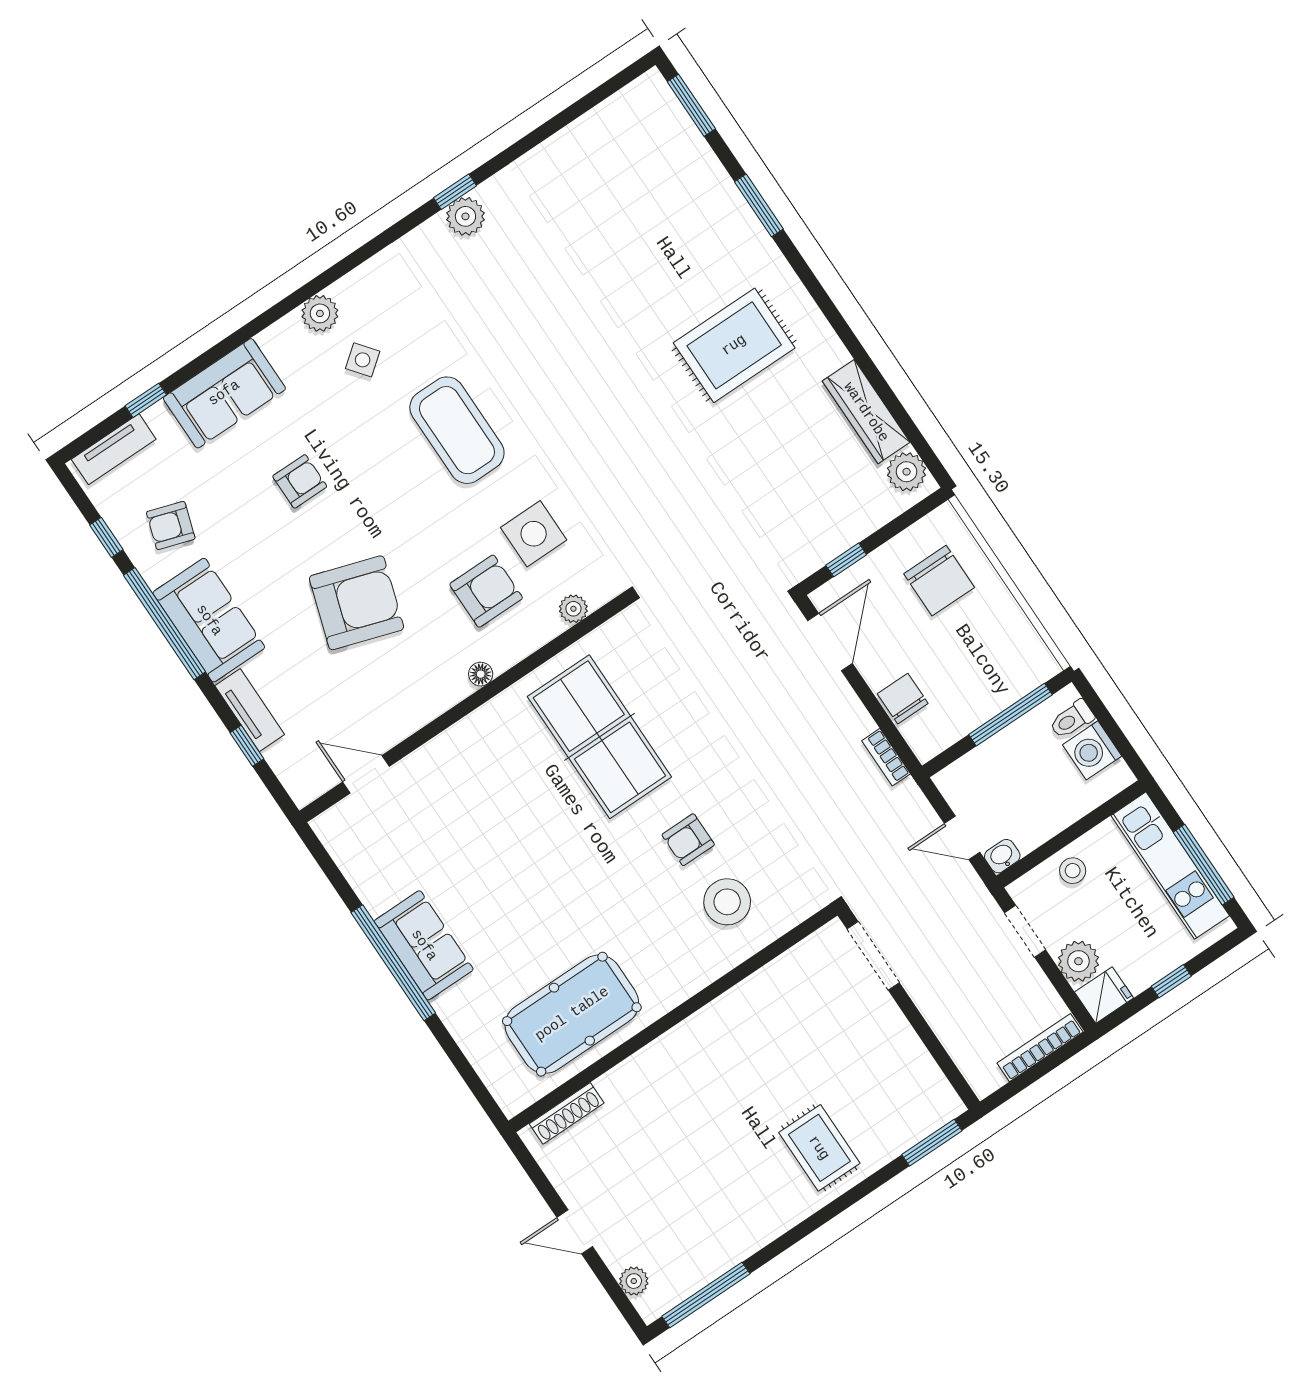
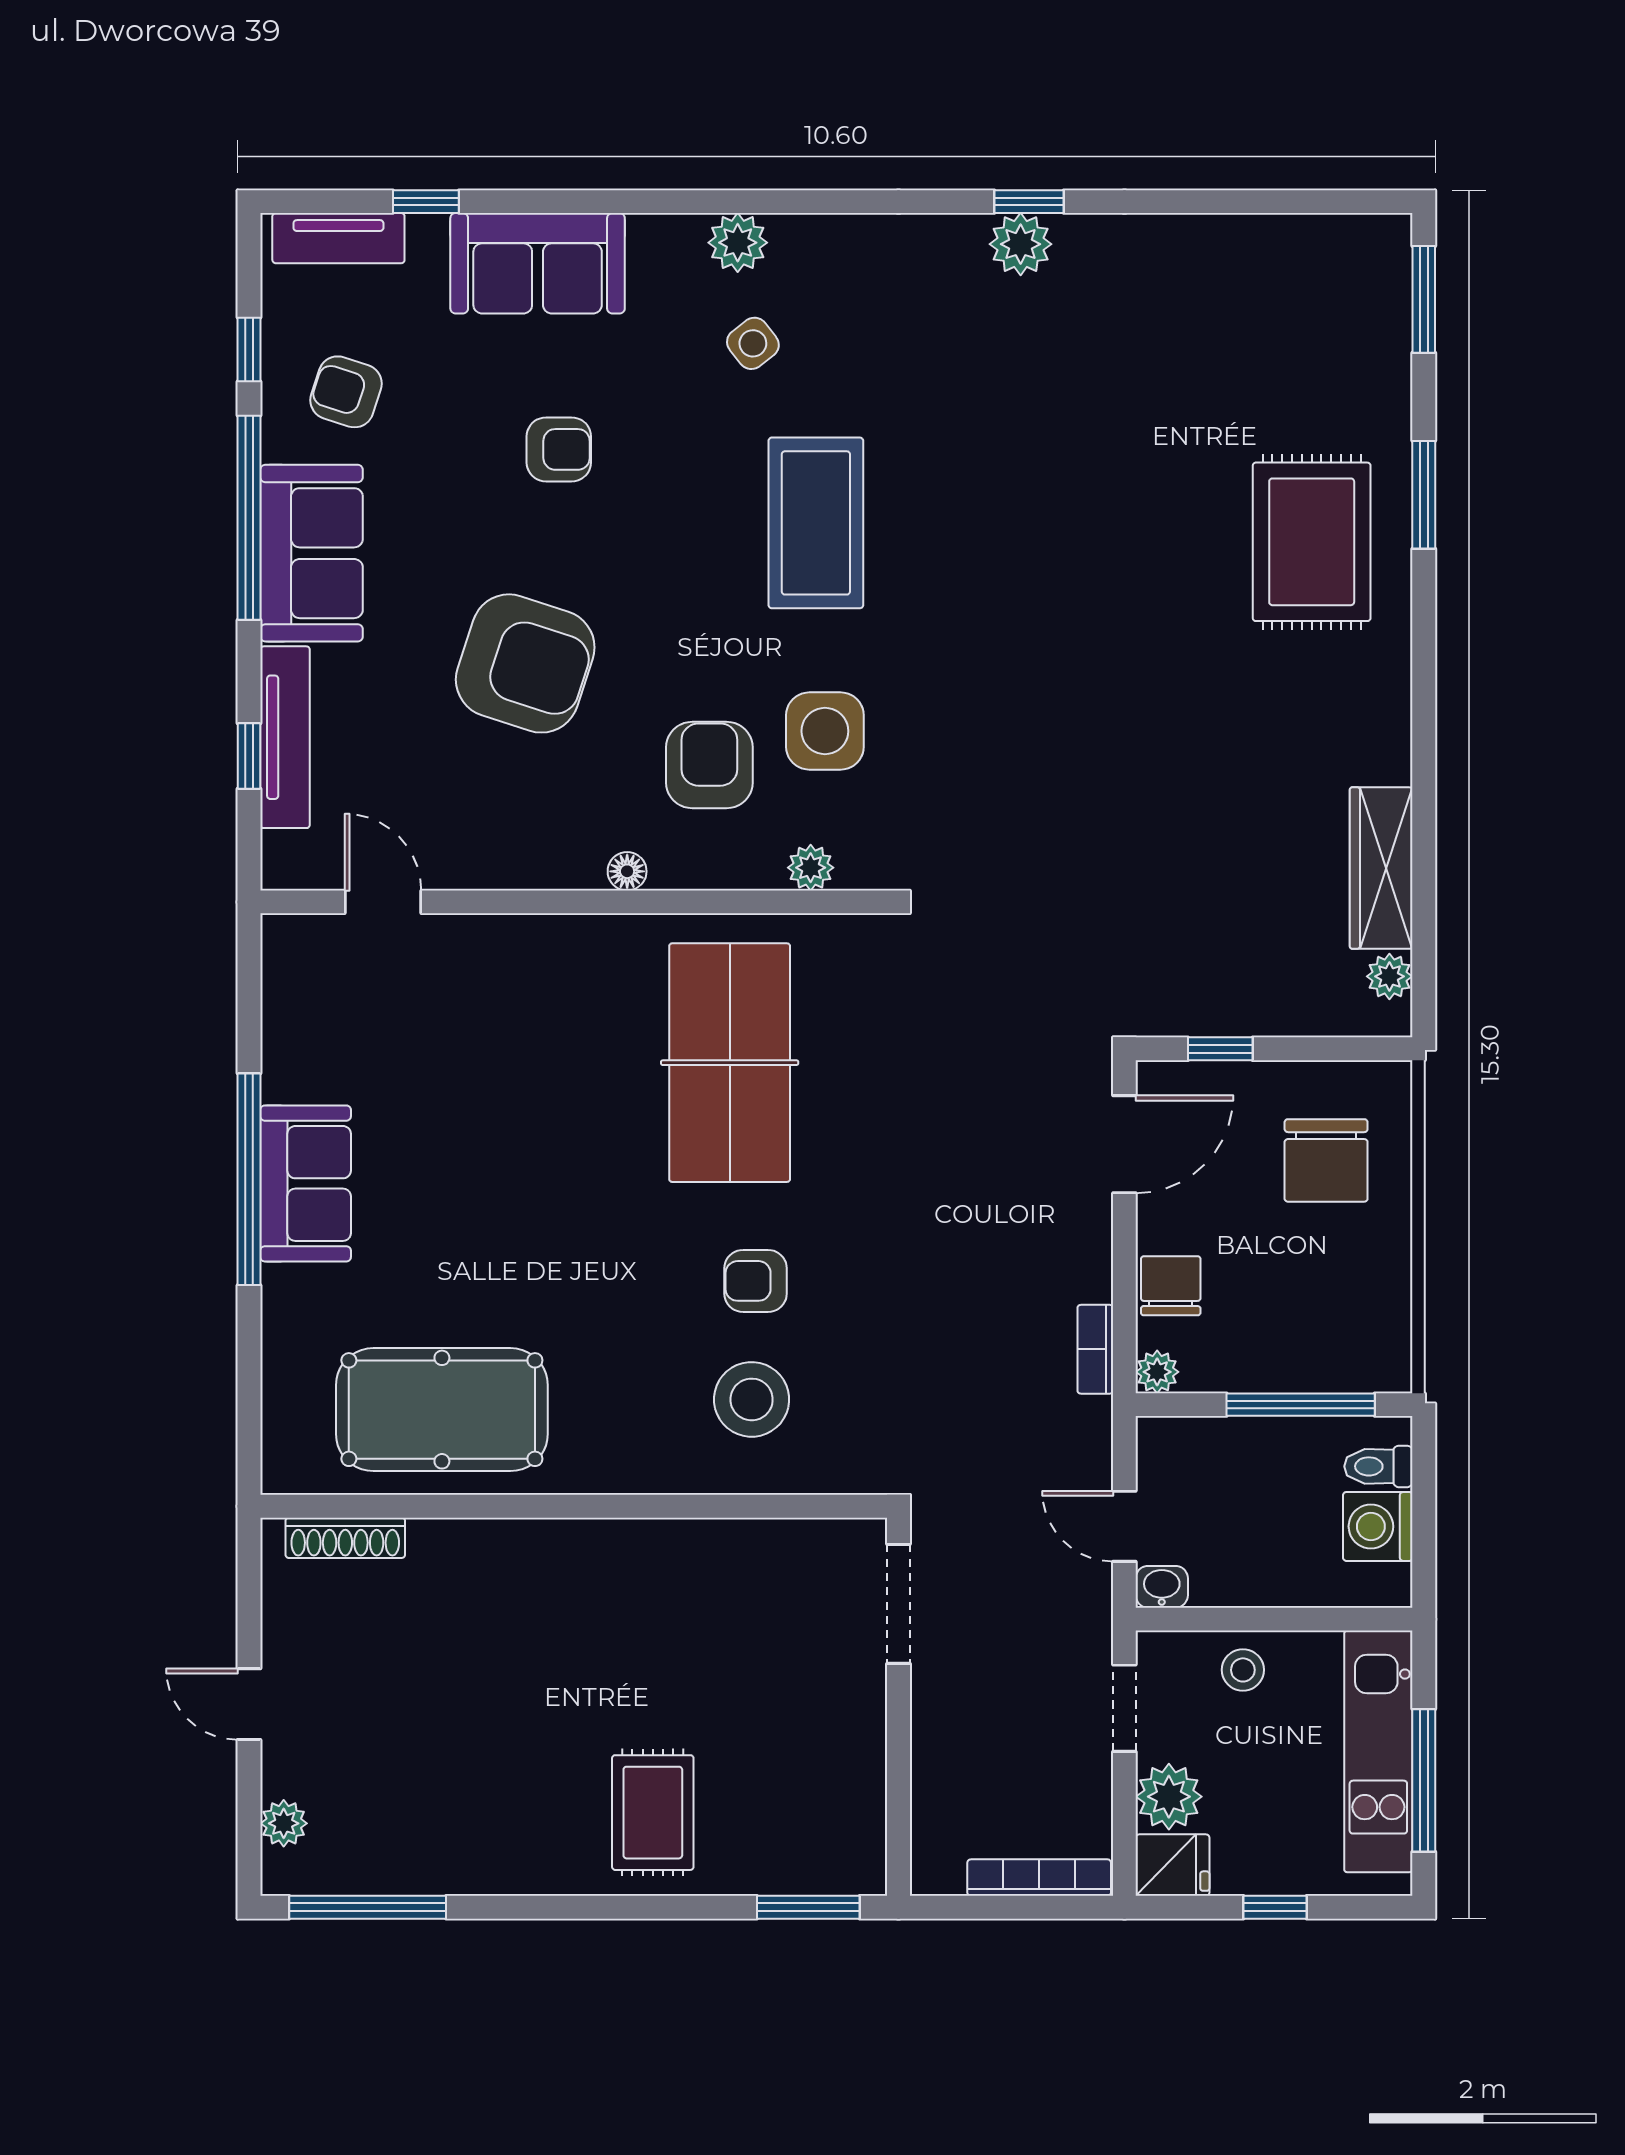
rug: (734, 345) -> (1312, 542), moved, turned 90
plant: (907, 472) -> (1389, 976), width x0.73, depth x0.73
armchair: (486, 591) -> (709, 765), turned -90
tv unit: (250, 710) -> (285, 737), width x1.41
plant: (926, 747) -> (1157, 1372), added

